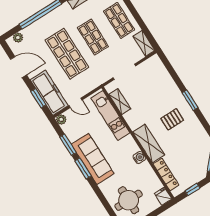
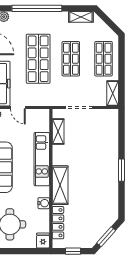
kitchen unit: (110, 116) -> (42, 159), moved
pallet: (172, 119) -> (95, 177), removed
water cooler: (139, 158) -> (44, 203), moved

